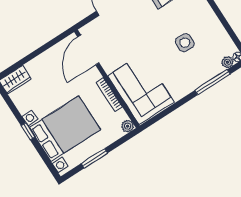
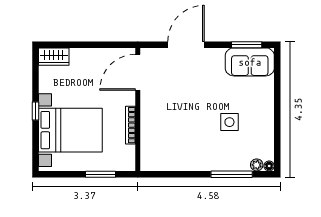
corner sofa: (141, 89) -> (162, 139), removed
plant: (128, 126) -> (129, 165), removed
window: (94, 158) -> (100, 174), moved

